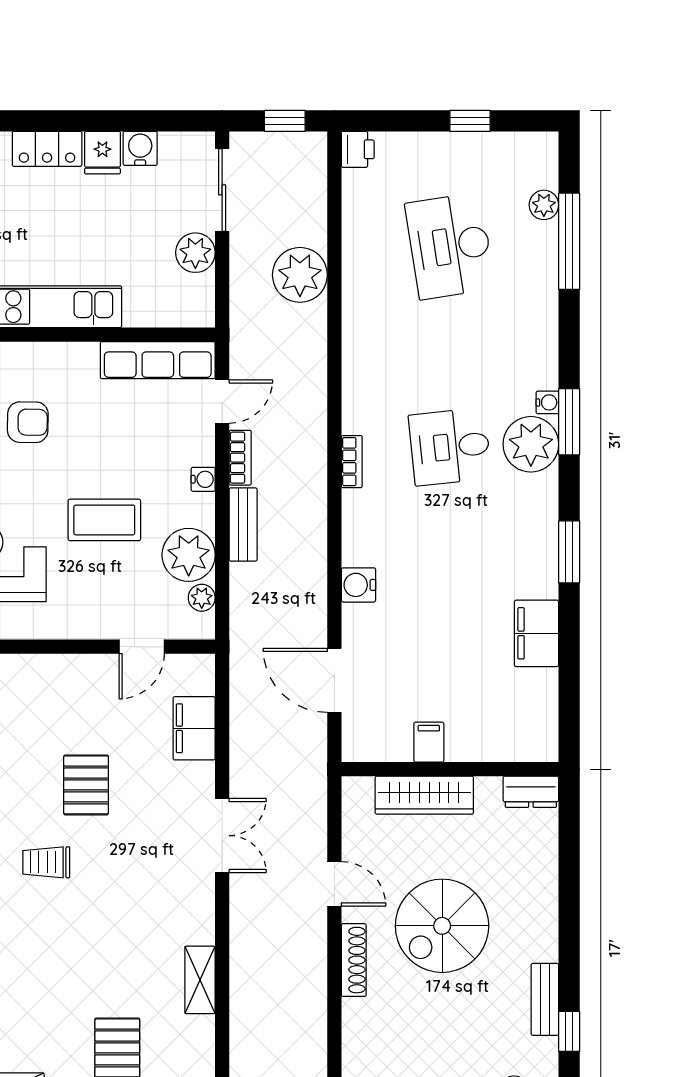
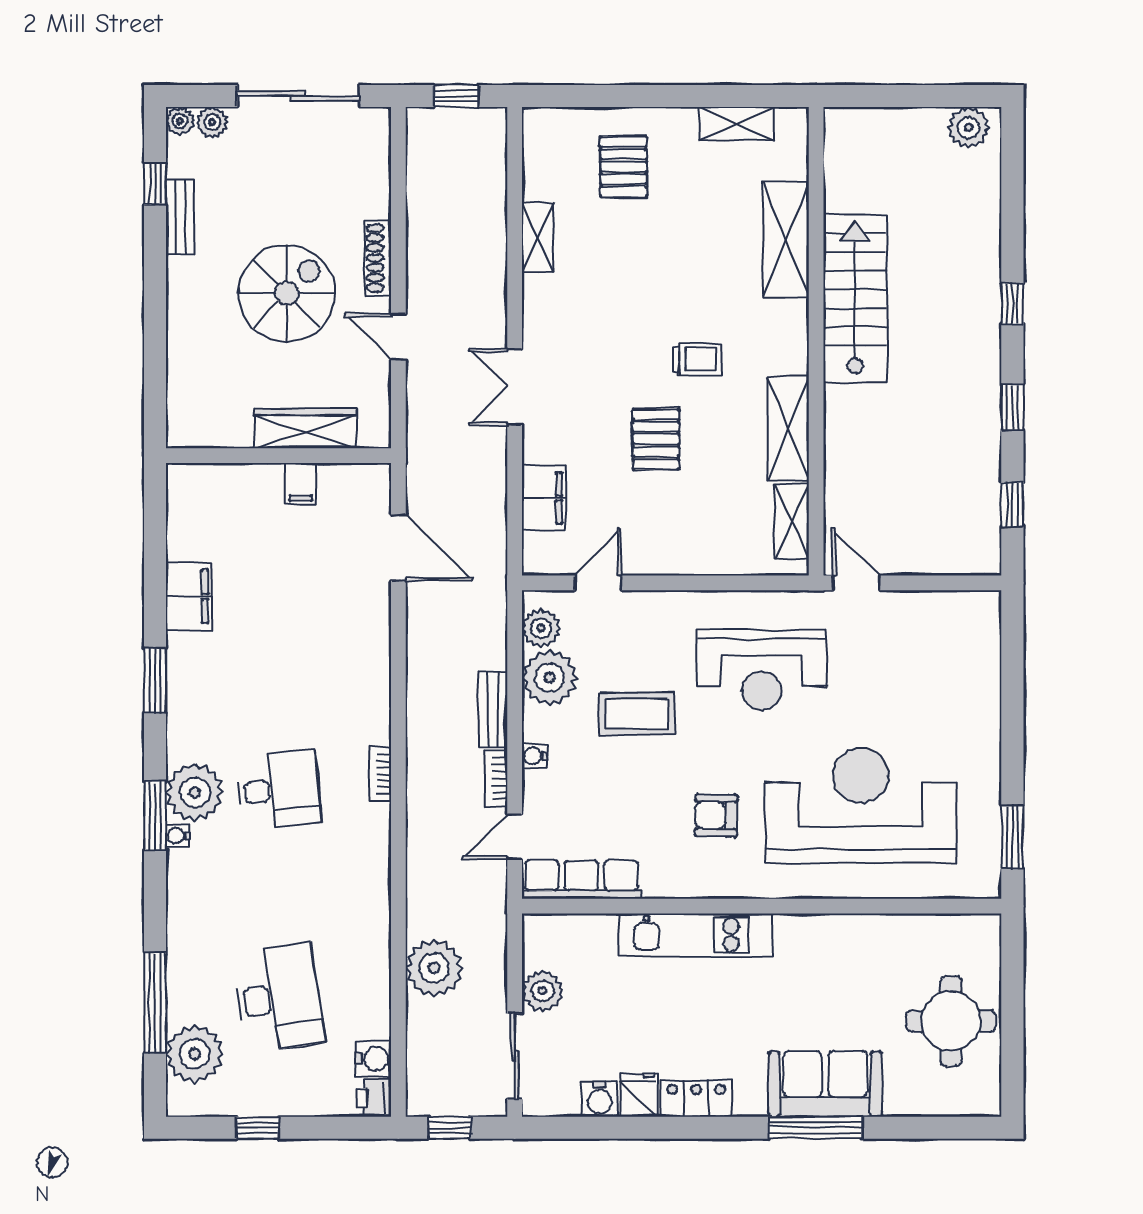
plant: (544, 205) -> (195, 1054), width x1.87, depth x1.87
water cooler: (358, 585) -> (373, 1059), moved
plant: (202, 598) -> (541, 628), width x1.38, depth x1.38
dresser: (531, 792) -> (195, 432), removed

